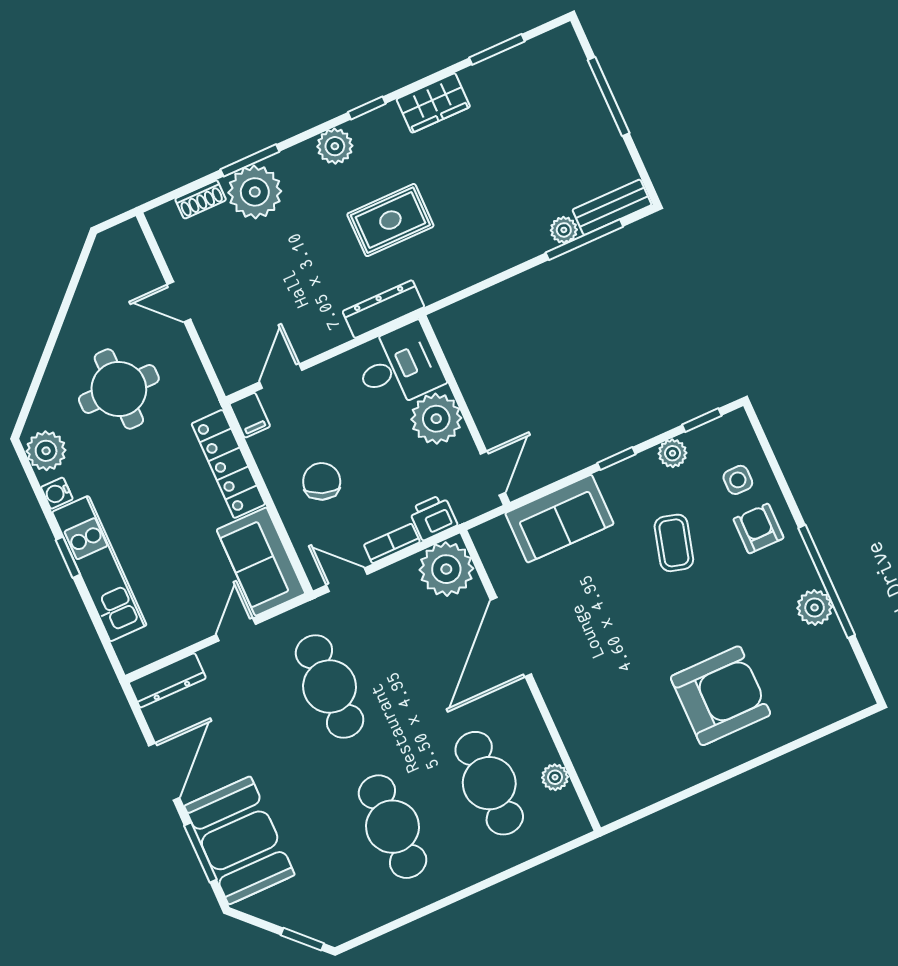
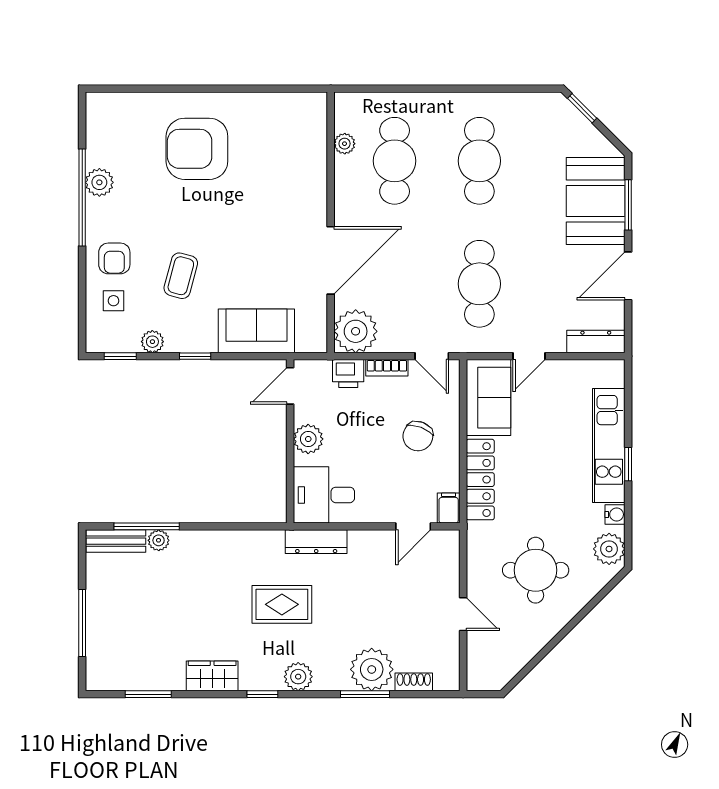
plant: (436, 419) -> (308, 439), width x0.73, depth x0.73

